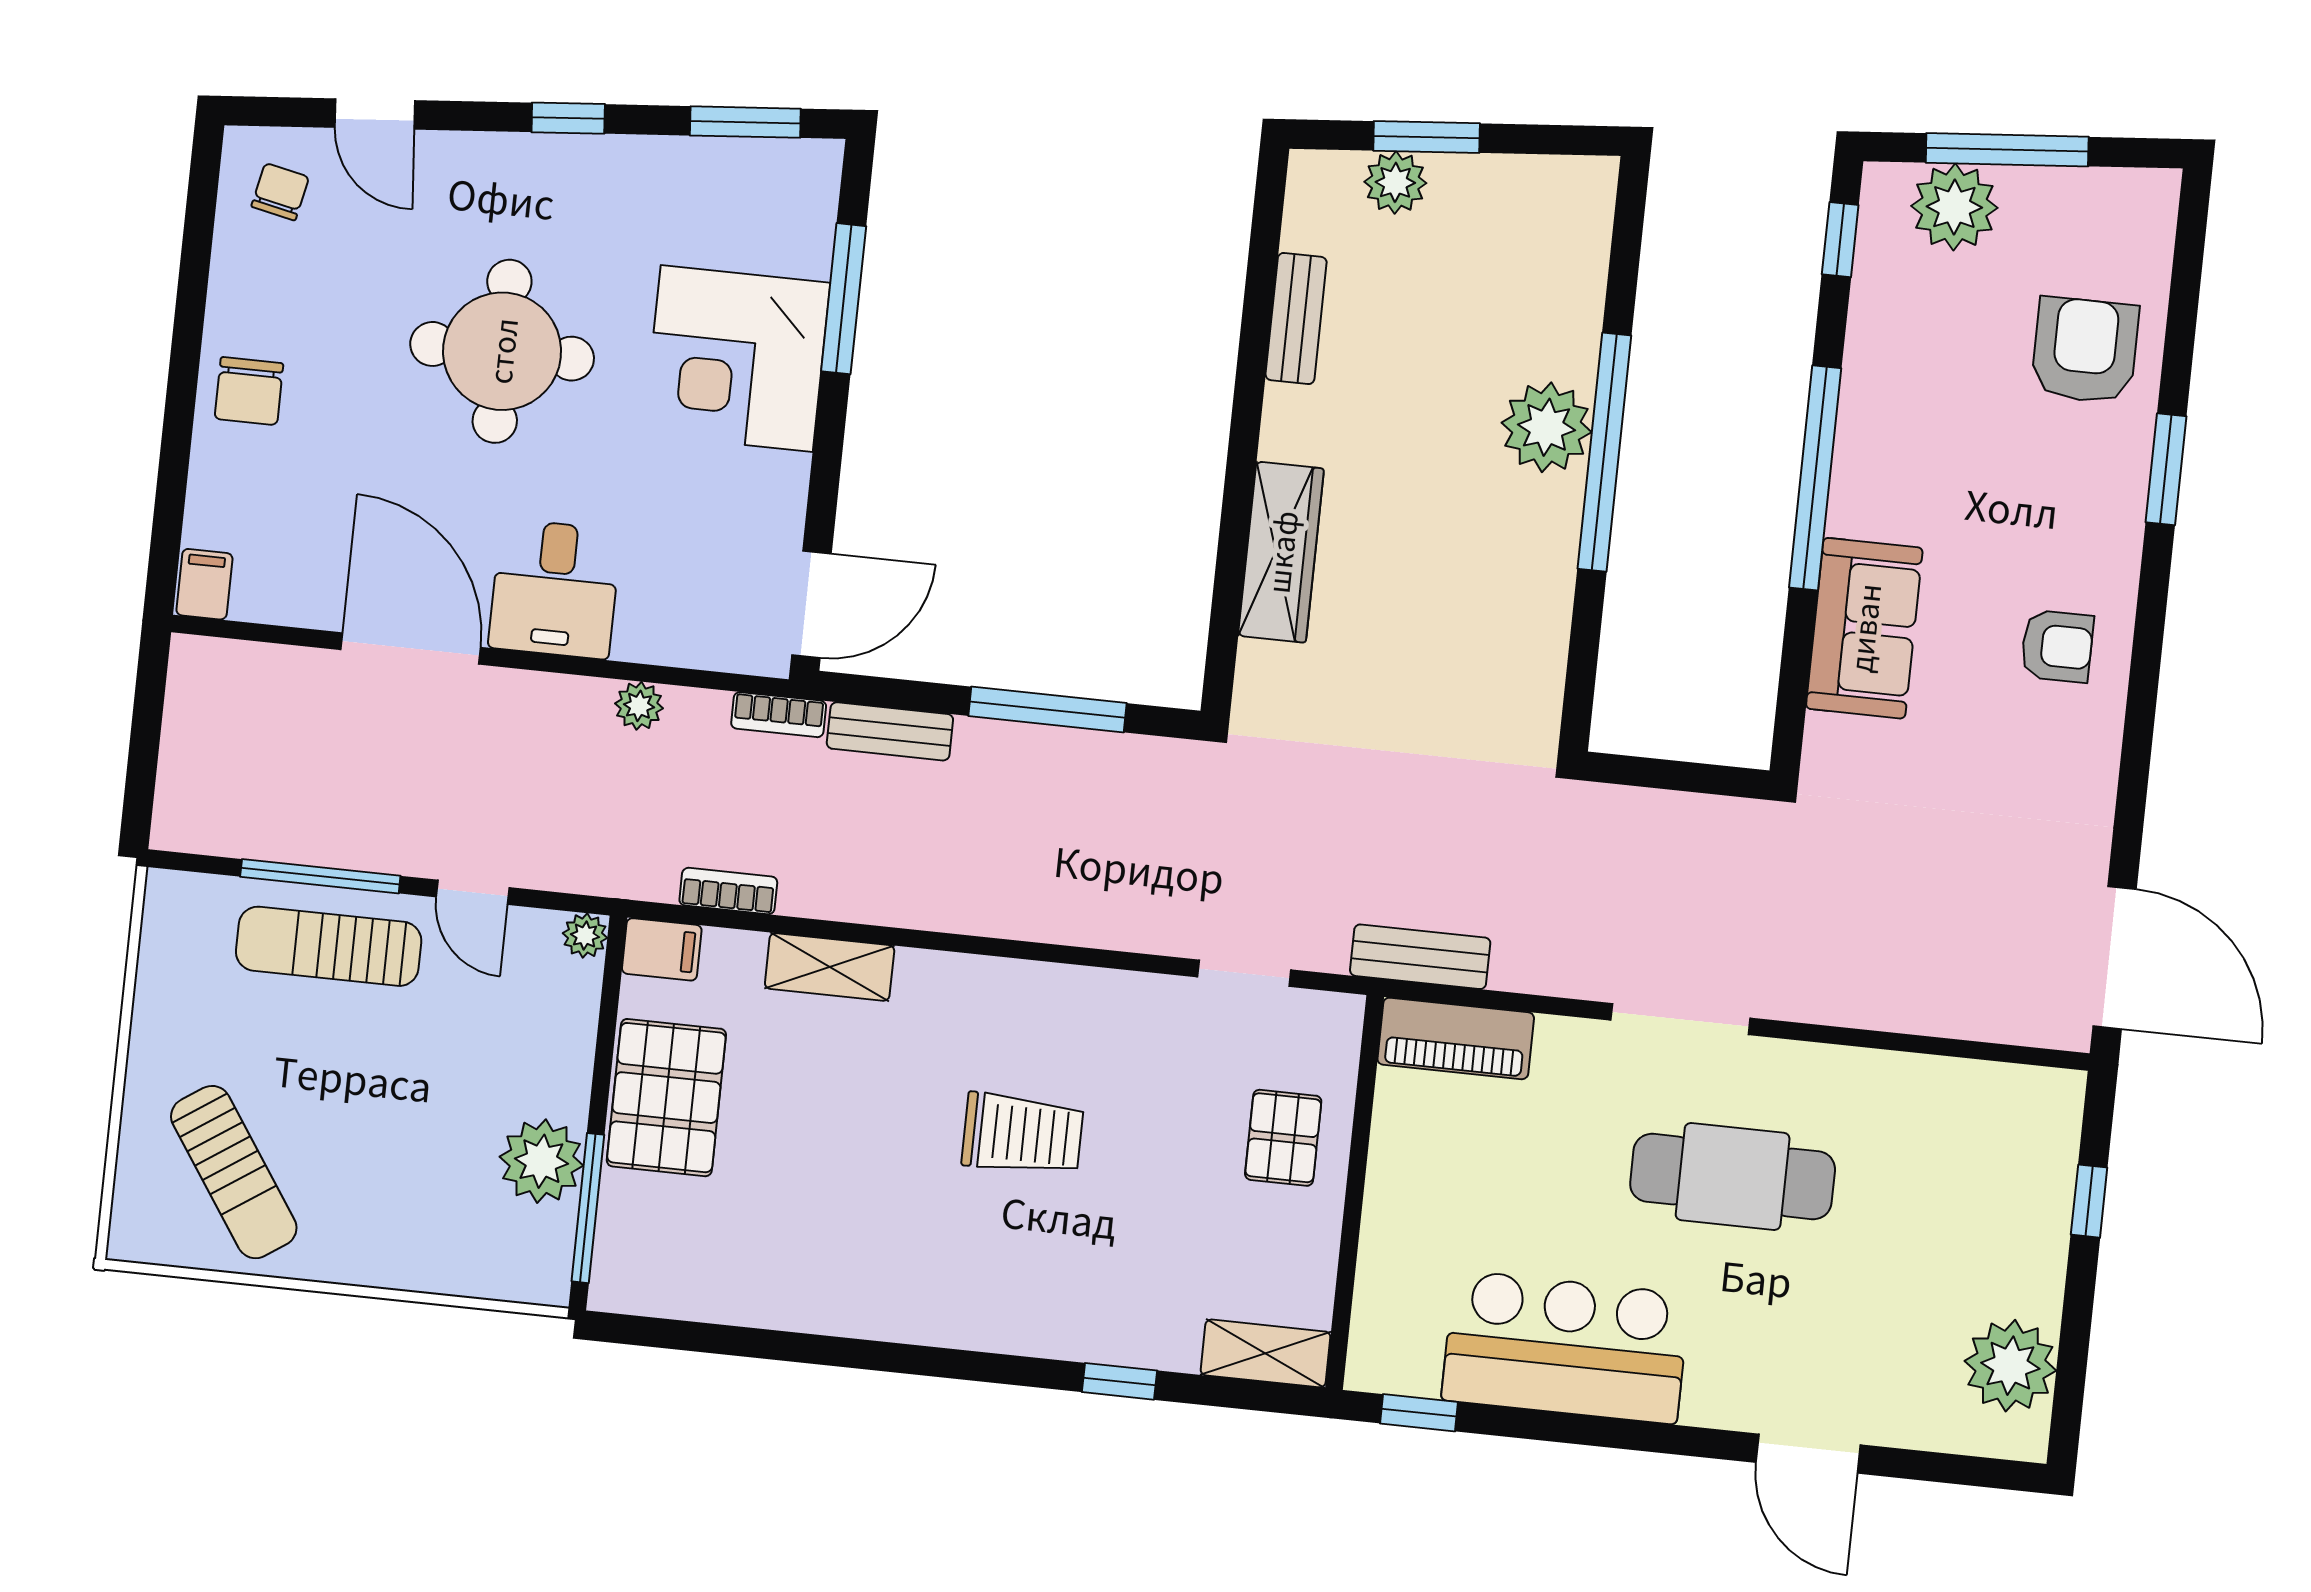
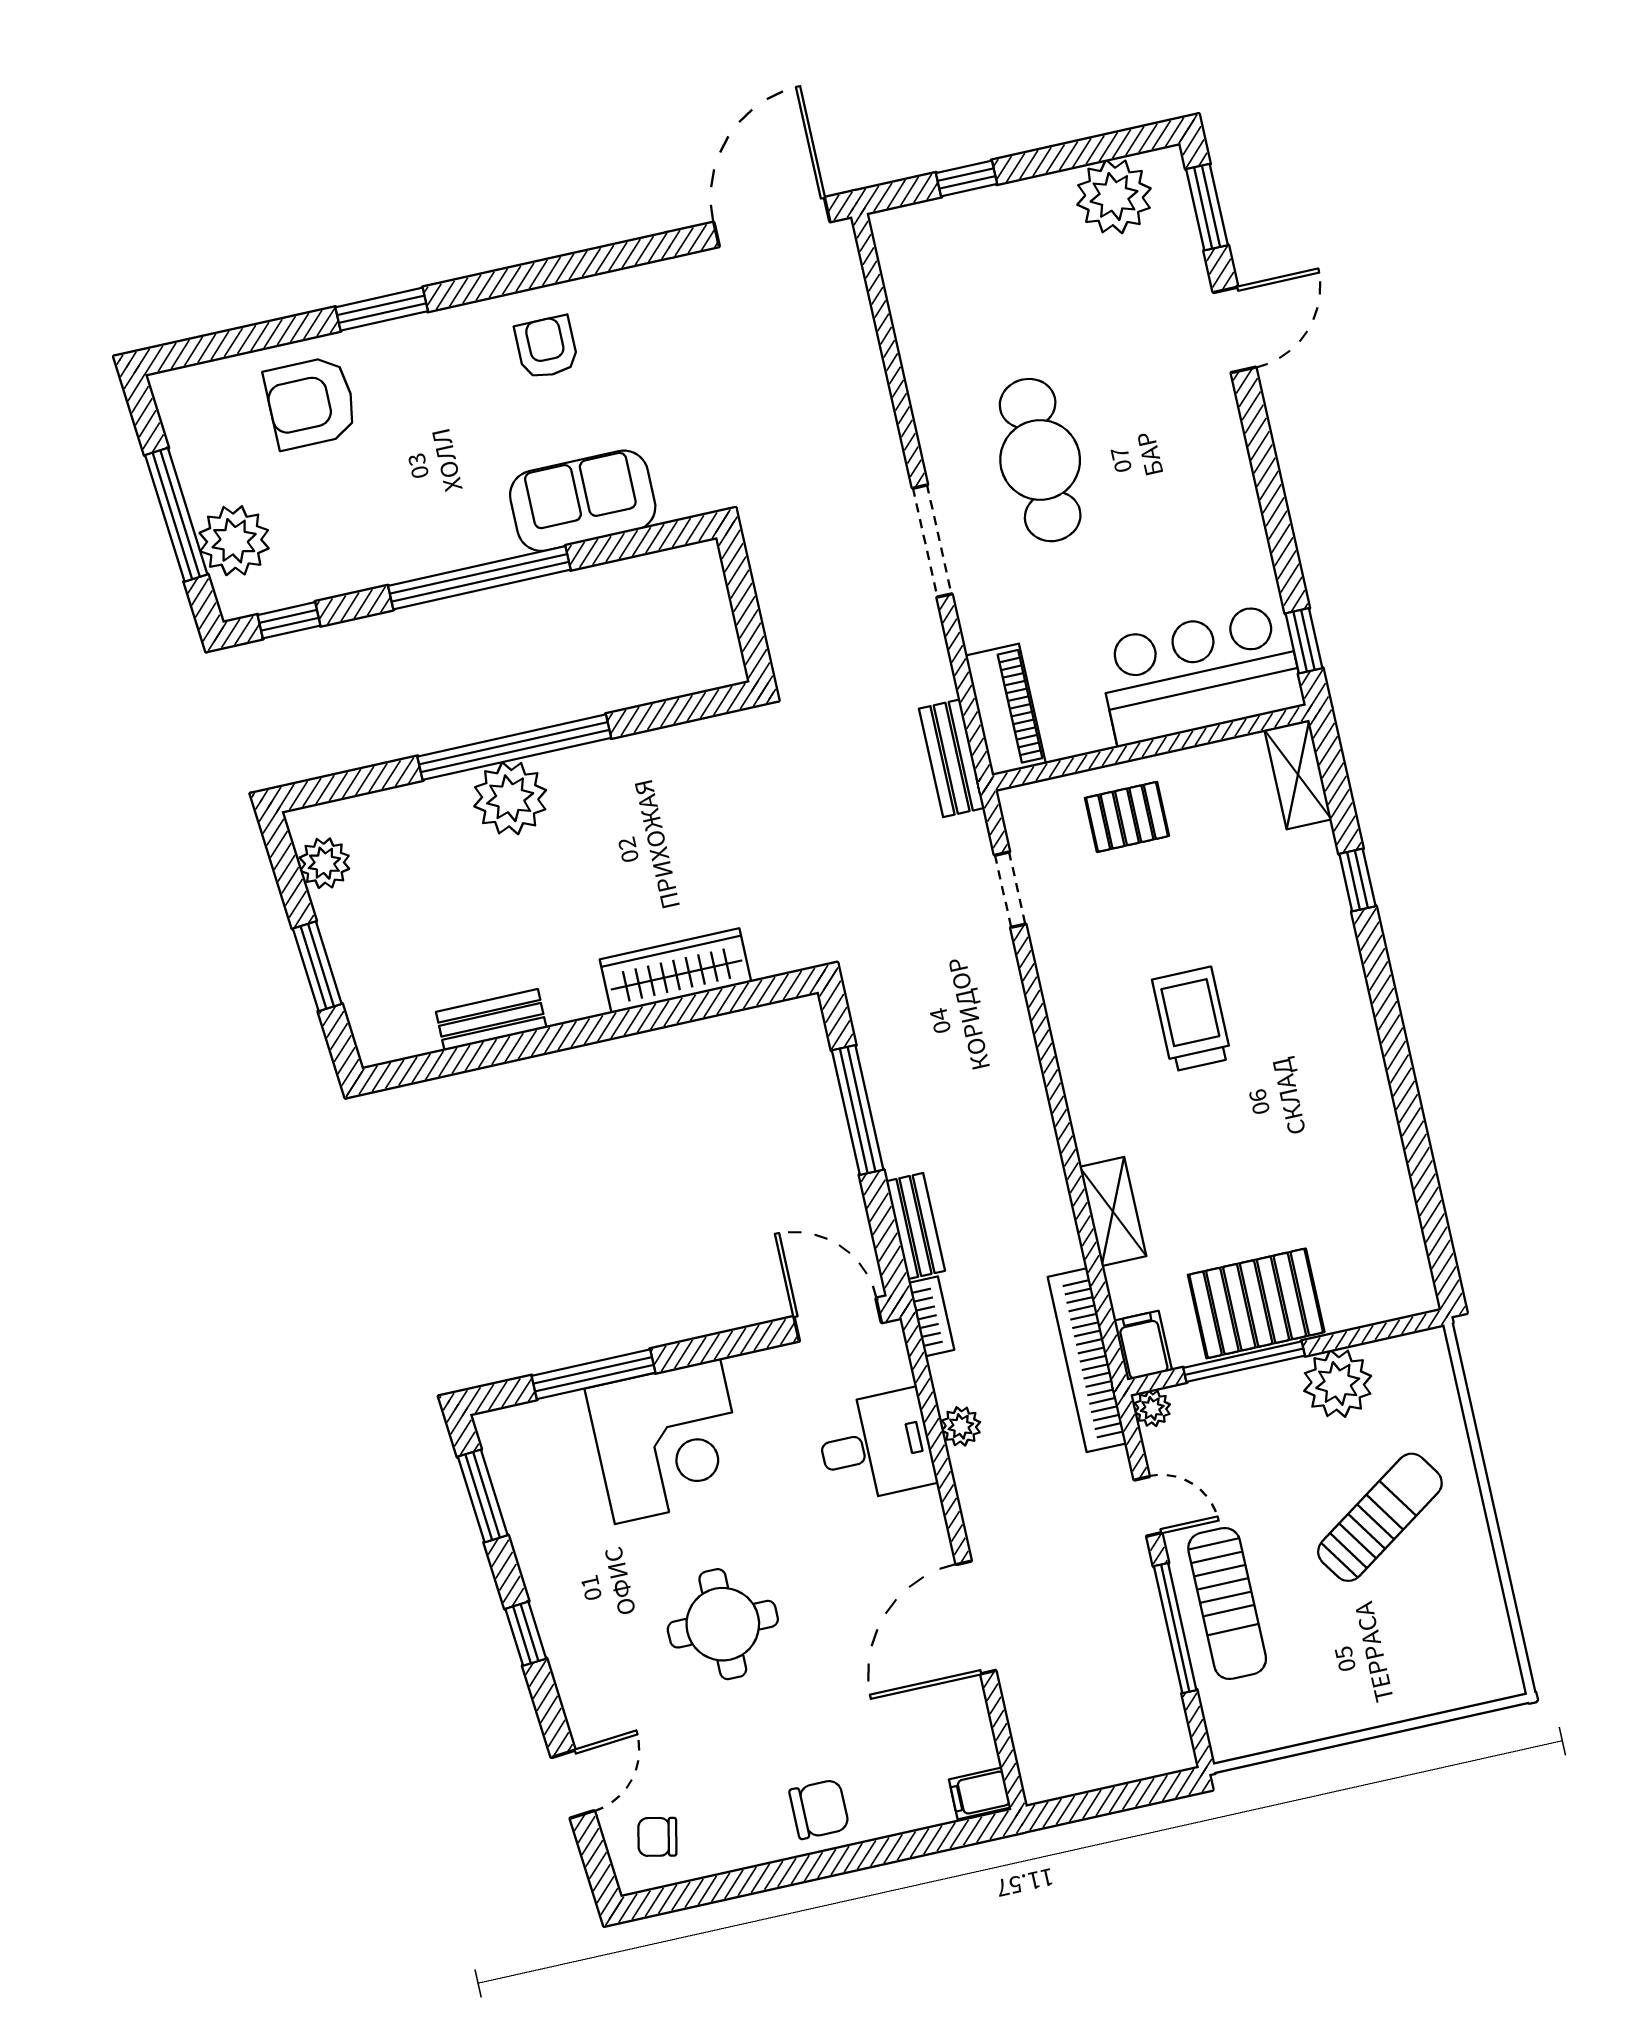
plant: (1395, 182) -> (324, 863), moved
round table: (502, 351) -> (723, 1624), width x0.73, depth x0.73
desk: (555, 589) -> (876, 1446), moved
bookcase: (728, 891) -> (1087, 1360), width x2.31, depth x1.31
door: (473, 892) -> (1148, 1506), hinge flipped
sun lounger: (234, 1172) -> (1380, 1517), moved
window: (588, 1208) -> (1244, 1362), moved
bar counter: (1565, 1347) -> (1200, 674), moved, turned 90
window: (1962, 1470) -> (1207, 207), added

